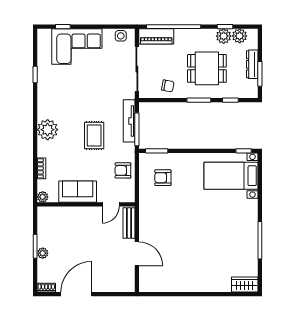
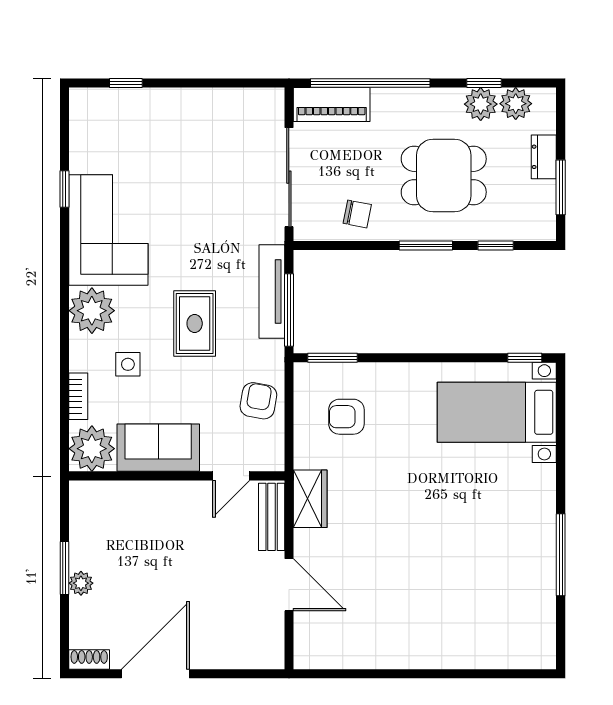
side table: (121, 36) -> (128, 364), moved
corner sofa: (77, 46) -> (108, 230), moved, turned -90
dresser: (252, 64) -> (544, 157), width x0.70
armchair: (123, 170) -> (258, 401), turned 100
plant: (43, 197) -> (92, 449), width x1.87, depth x1.87
wardrobe: (245, 284) -> (310, 499), moved, turned 90

